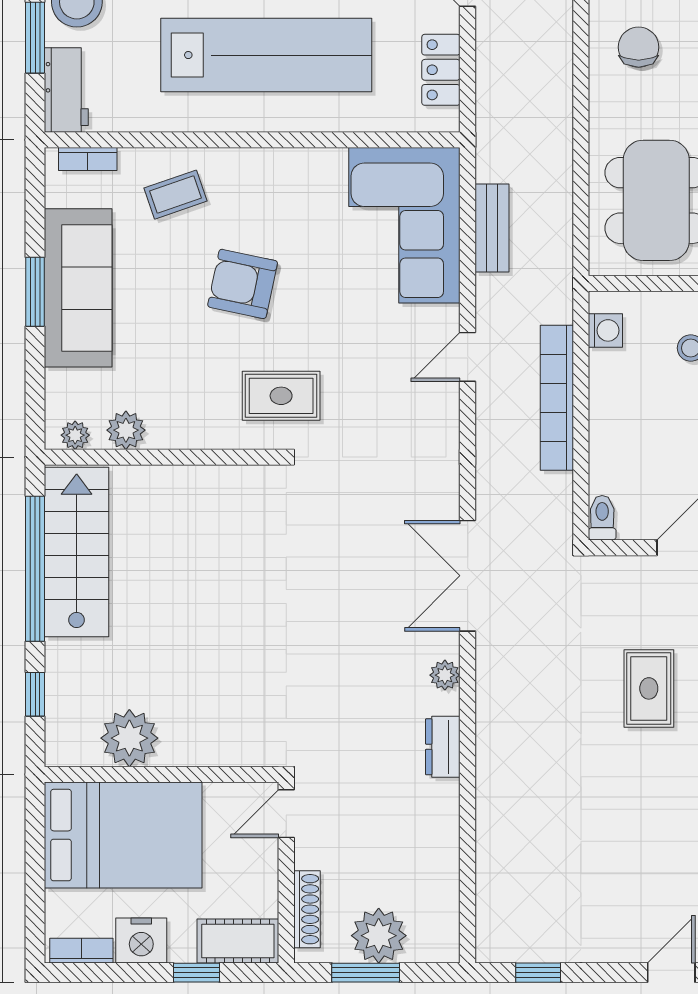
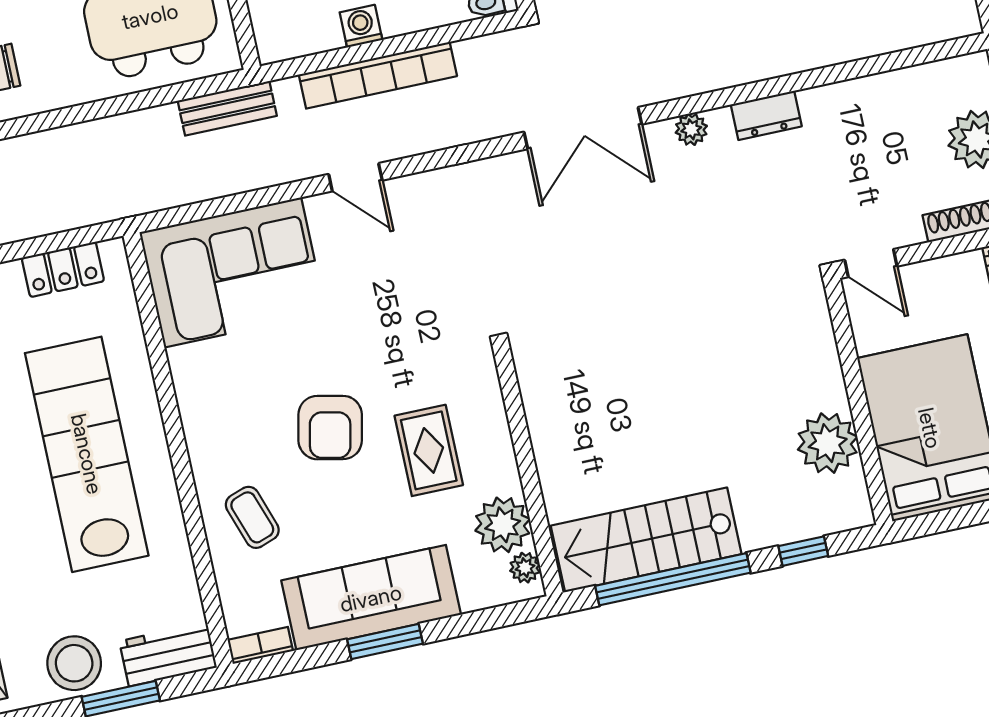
bookcase: (88, 159) -> (260, 645), moved, turned -90
bench: (492, 228) -> (227, 108), moved
washing machine: (605, 330) -> (361, 26), moved
rug: (281, 396) -> (429, 450), moved
plant: (126, 430) -> (503, 525), width x1.36, depth x1.36

